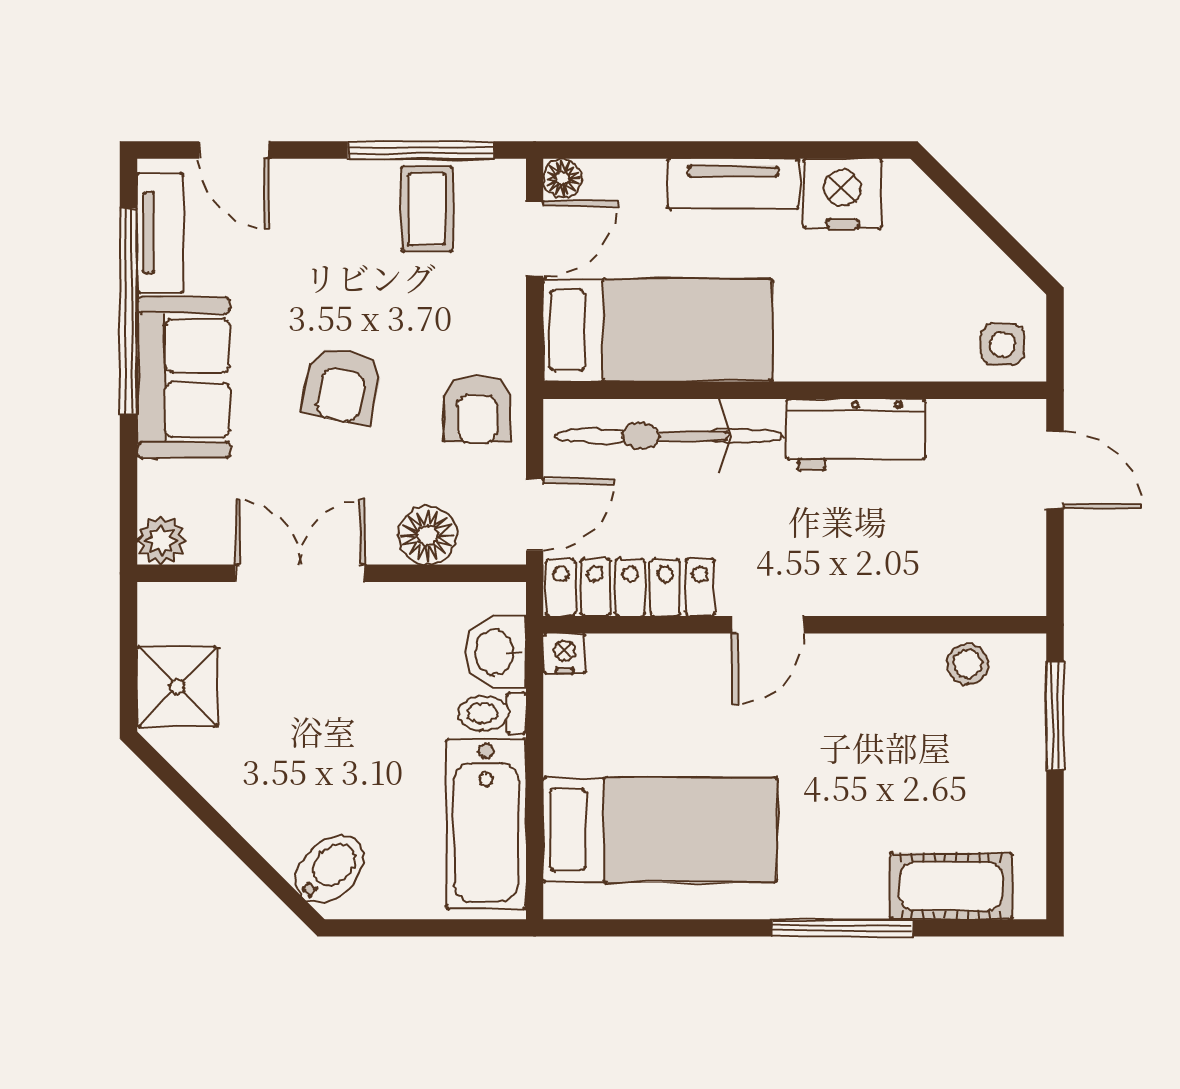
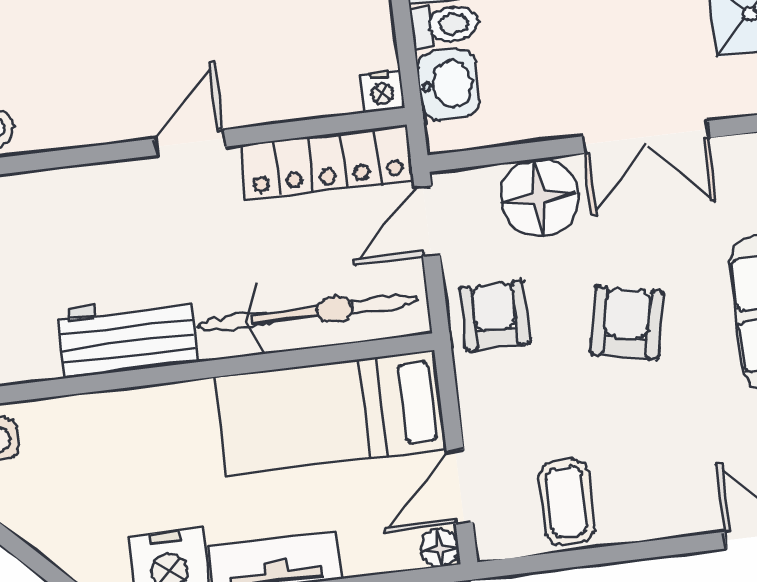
window: (421, 150) -> (580, 558), removed
floor lamp: (427, 535) -> (539, 198), width x1.38, depth x1.38

